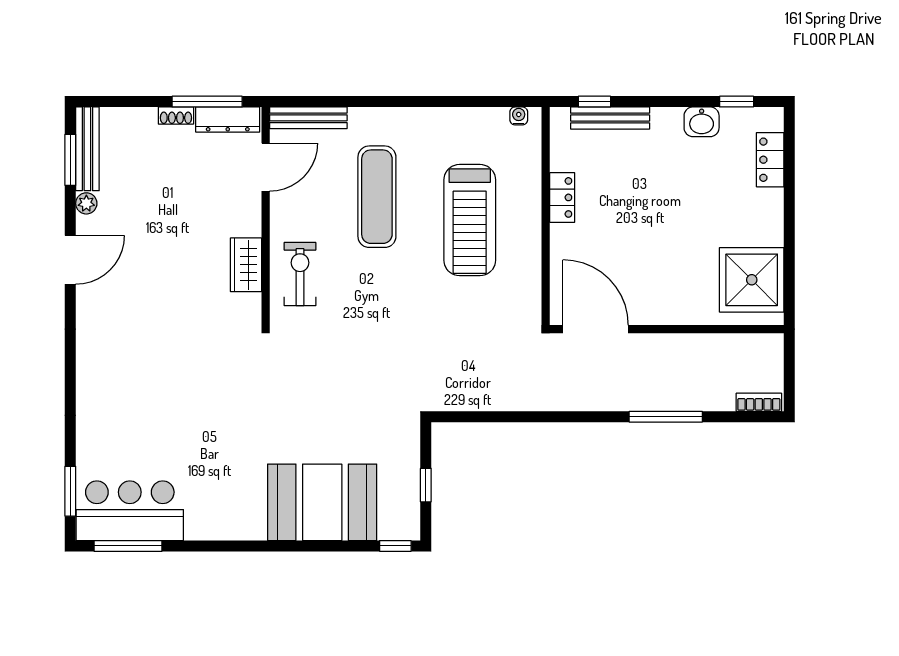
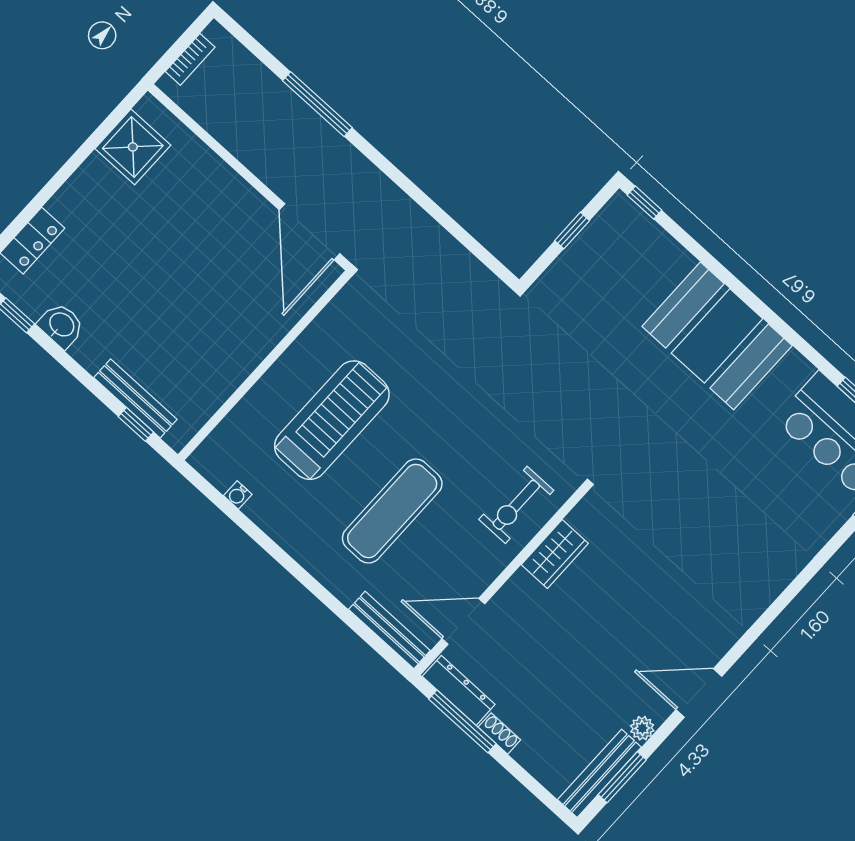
water cooler: (519, 116) -> (238, 495), moved
locker: (562, 197) -> (237, 368), removed
shower: (752, 280) -> (133, 147), width x0.73, depth x0.73
bookcase: (759, 402) -> (190, 59), moved, turned -90
booth: (322, 502) -> (717, 336), moved

